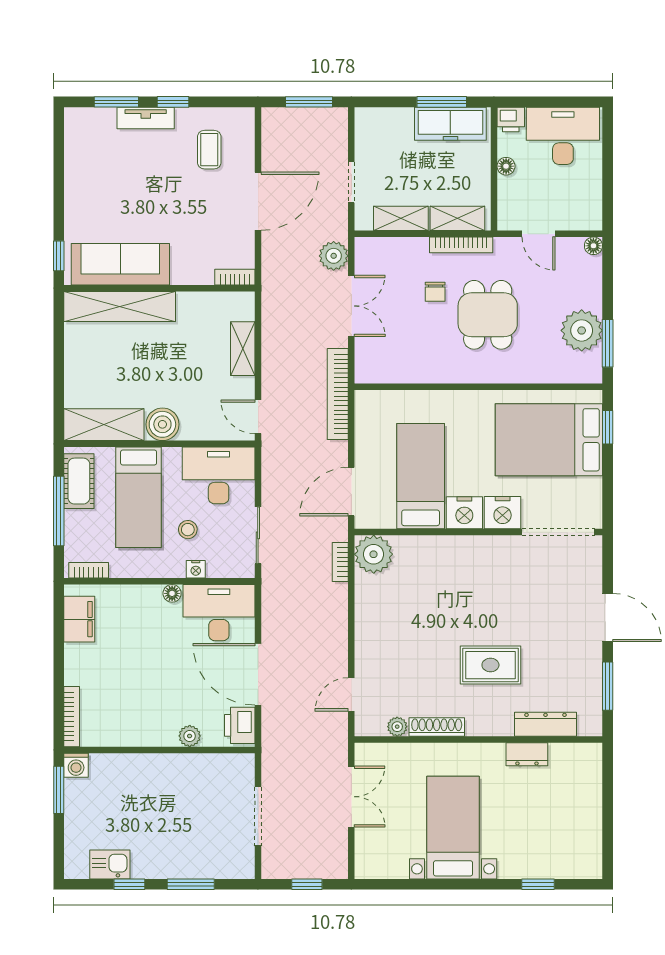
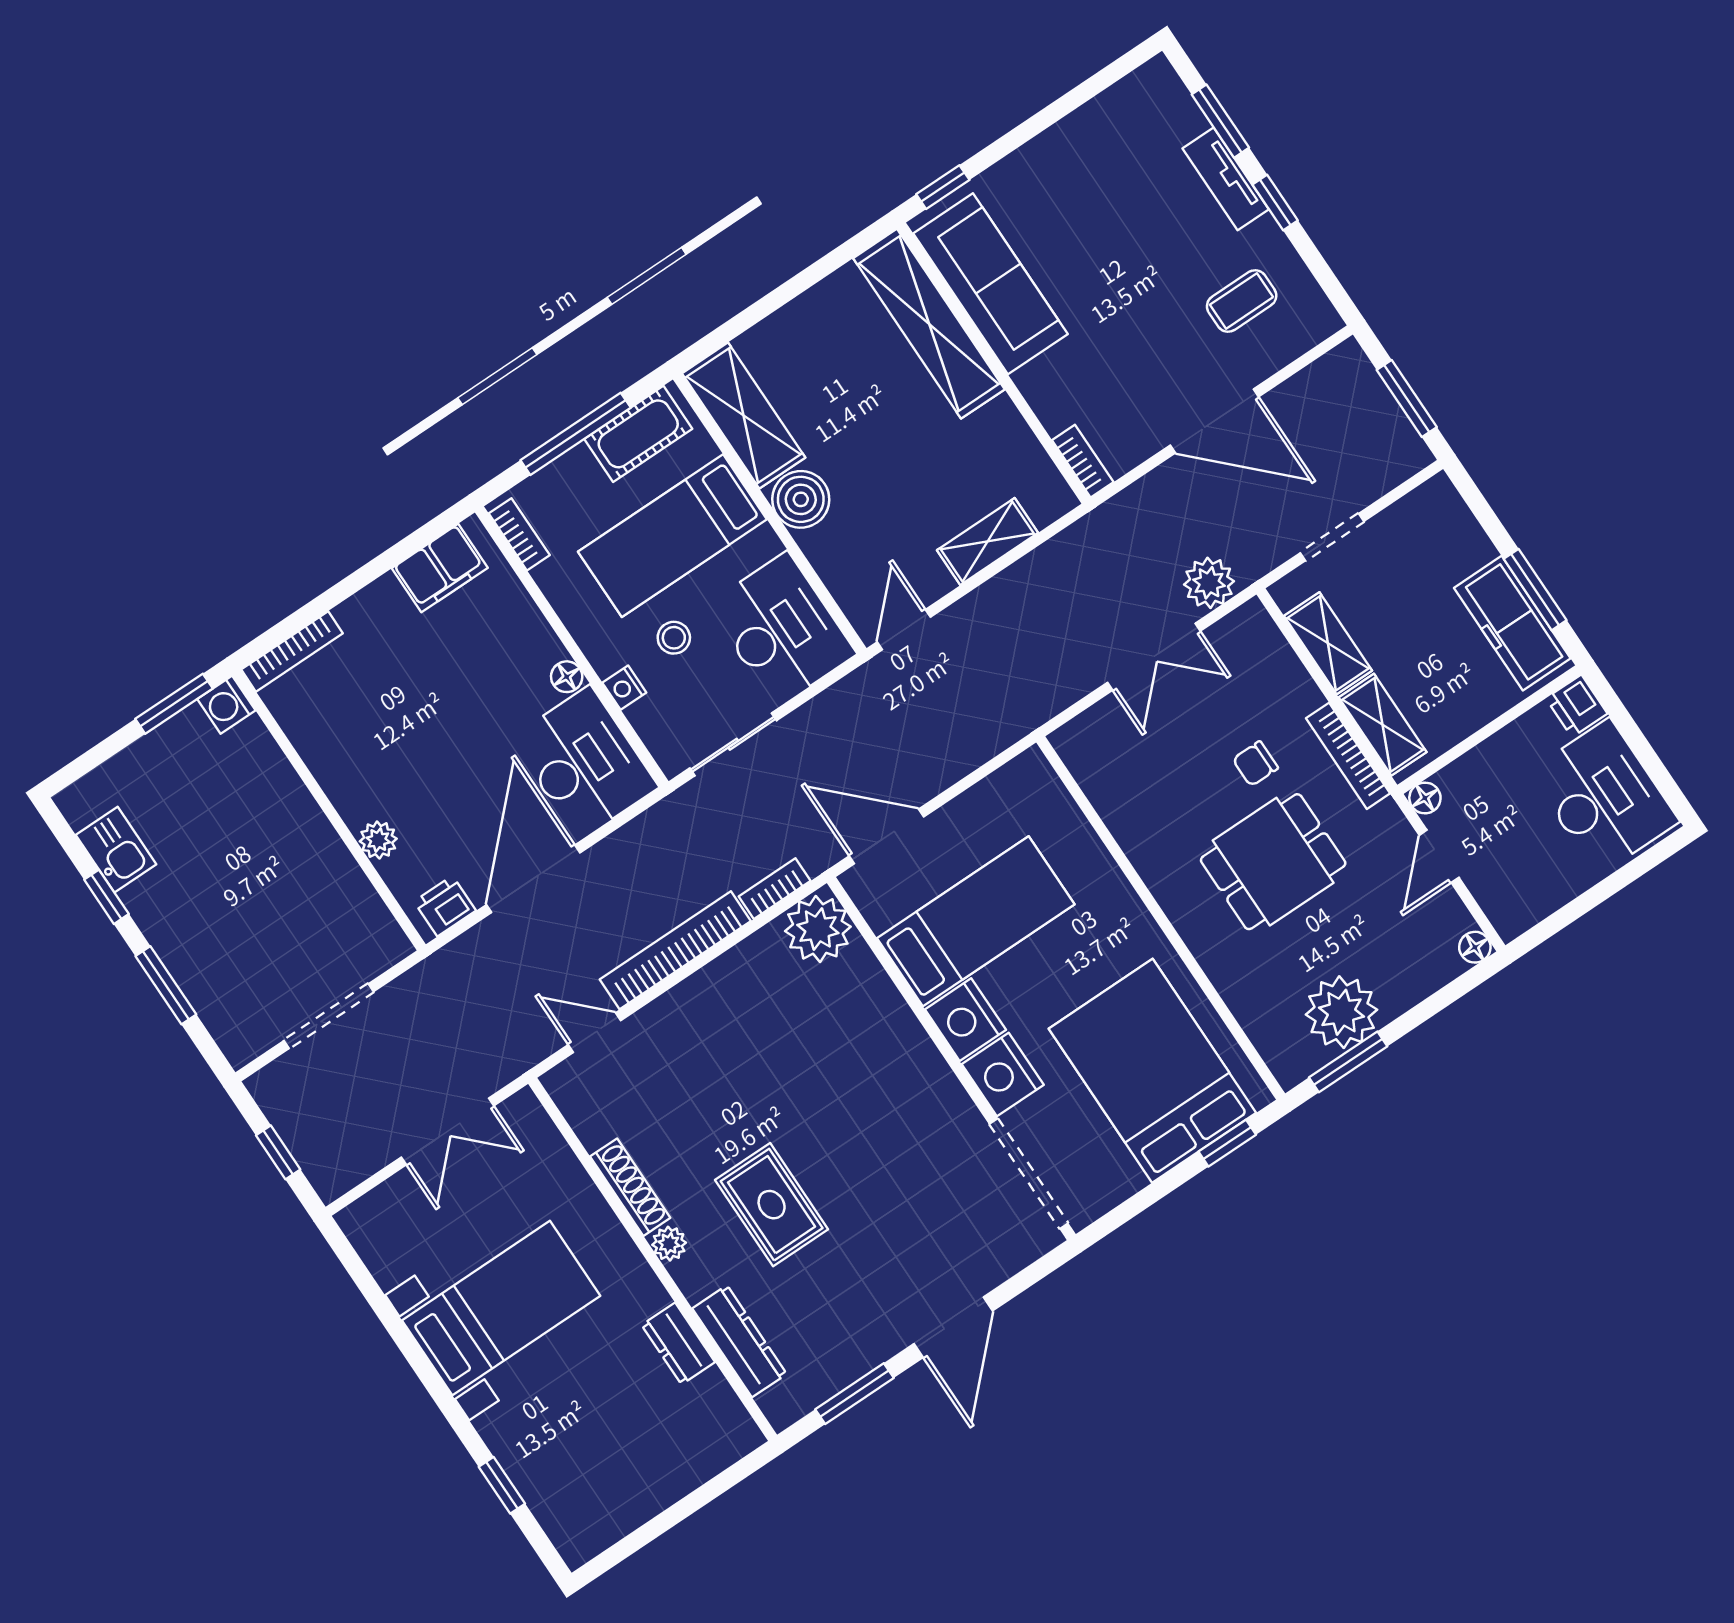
floor lamp: (506, 166) -> (1425, 798), moved
bookcase: (338, 394) -> (675, 950), moved
printer: (240, 725) -> (445, 906), width x0.73, depth x0.81
plant: (397, 727) -> (669, 1244), moved

